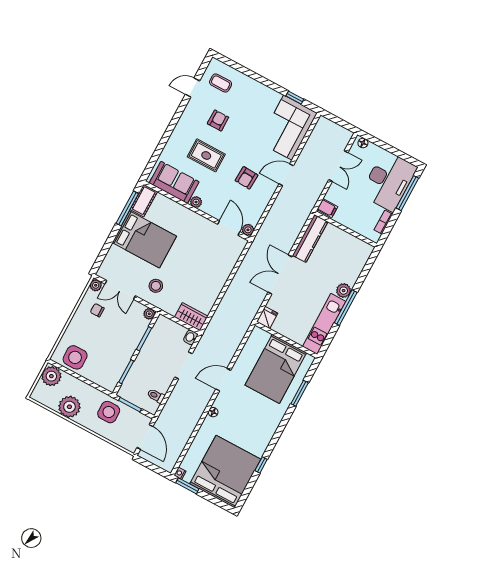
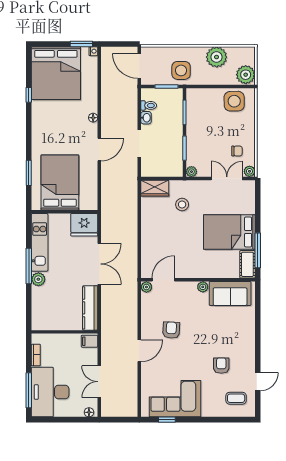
armchair: (218, 120) -> (221, 366), turned 180
corner sofa: (288, 128) -> (175, 399), moved, turned -90
rug: (206, 155) -> (215, 331), removed
door: (229, 228) -> (163, 280), swing flipped
stool: (156, 286) -> (182, 205), moved
fridge: (267, 317) -> (84, 225), width x1.88, depth x1.34
washbasin: (191, 337) -> (146, 118), moved

